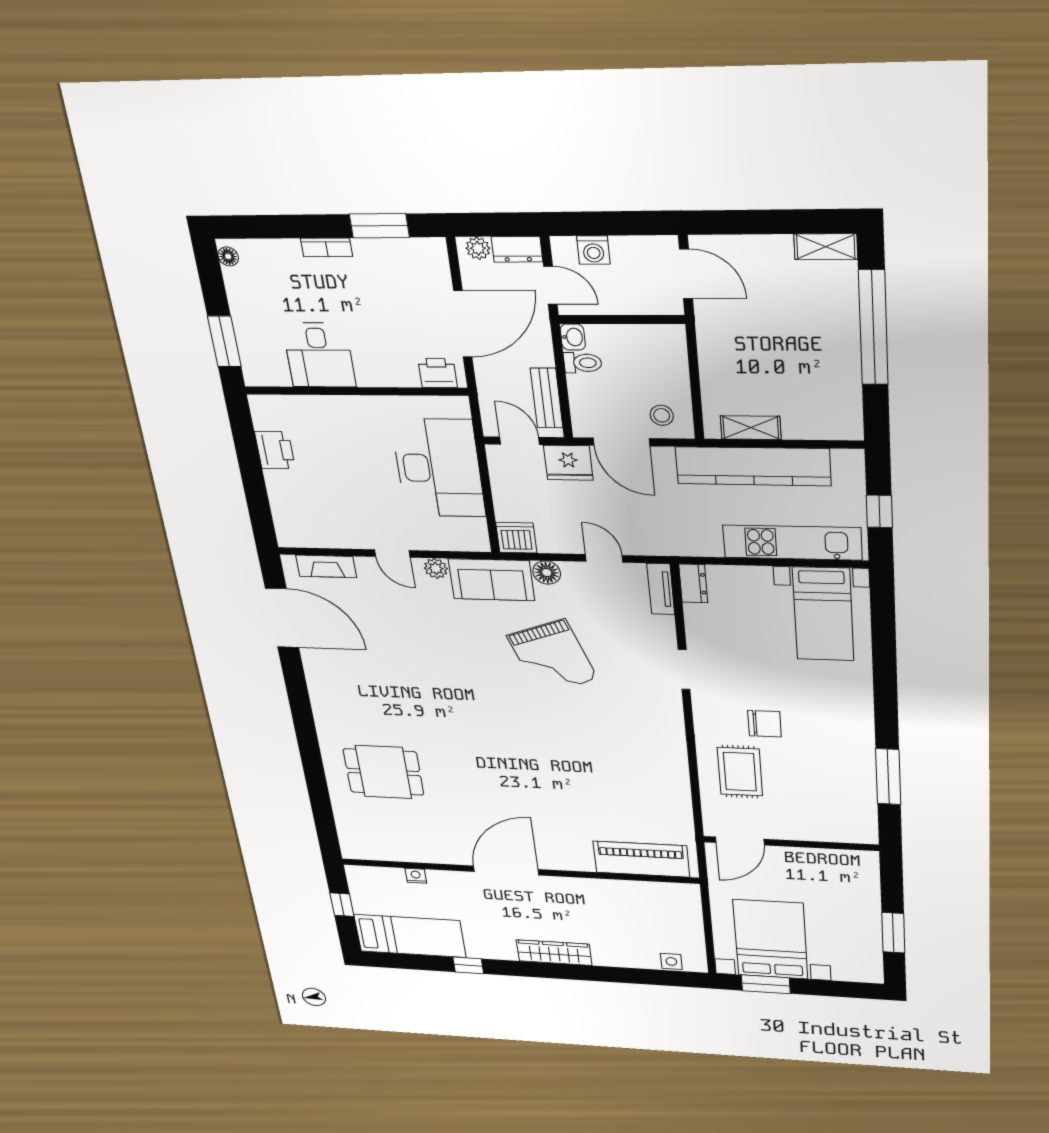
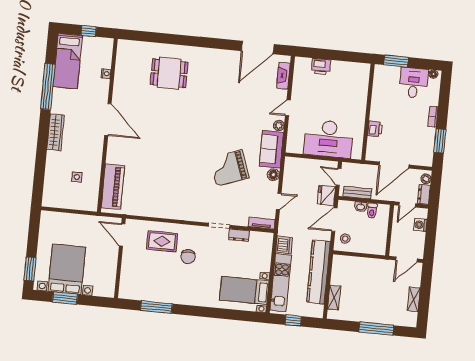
shelving: (826, 247) -> (414, 299), moved
door: (463, 324) -> (394, 165), hinge flipped
window: (873, 328) -> (376, 329), width x0.68
washbasin: (573, 337) -> (361, 207), moved
desk: (319, 355) -> (414, 83), moved, turned 90
printer: (438, 373) -> (375, 129), moved
shelving: (751, 428) -> (334, 298), moved
door: (520, 441) -> (339, 177), swing flipped
printer: (275, 450) -> (321, 66), moved
dishwasher: (516, 538) -> (284, 245), moved
dresser: (693, 583) -> (239, 235), moved
dining table: (383, 772) -> (169, 73), turned 90
bed with nightstands: (770, 939) -> (67, 269), moved, turned -90
side table: (671, 961) -> (77, 177), moved
window: (468, 965) -> (48, 87), width x3.17
window: (766, 984) -> (30, 269), moved

